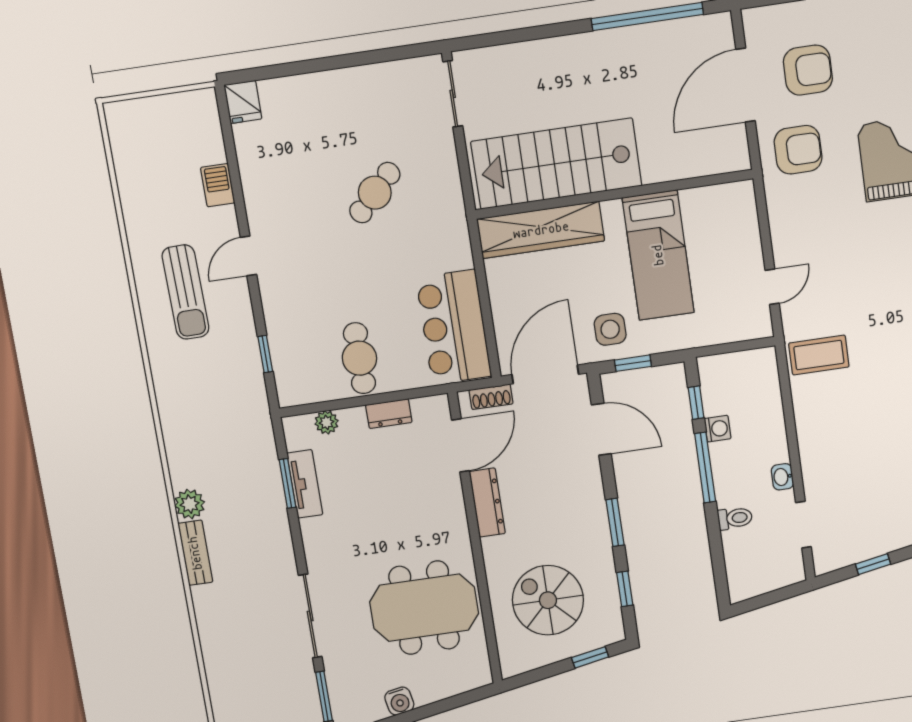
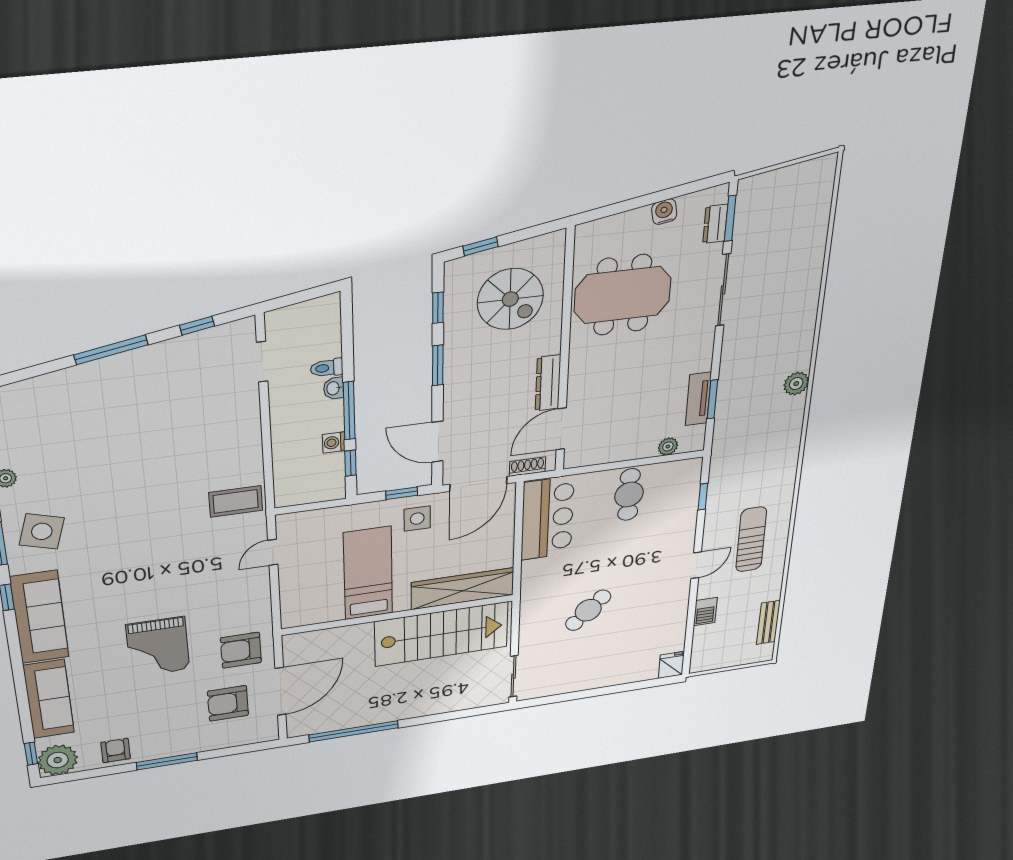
dresser: (389, 414) -> (715, 224), moved, turned -90
washbasin: (782, 477) -> (334, 388), moved, turned 180
bench: (195, 553) -> (768, 622), moved

